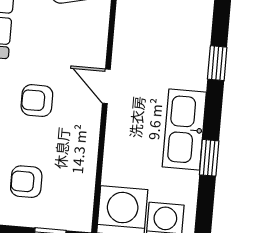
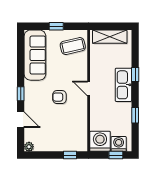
kitchen sink: (184, 130) -> (123, 85), moved
armchair: (26, 182) -> (58, 132), removed

